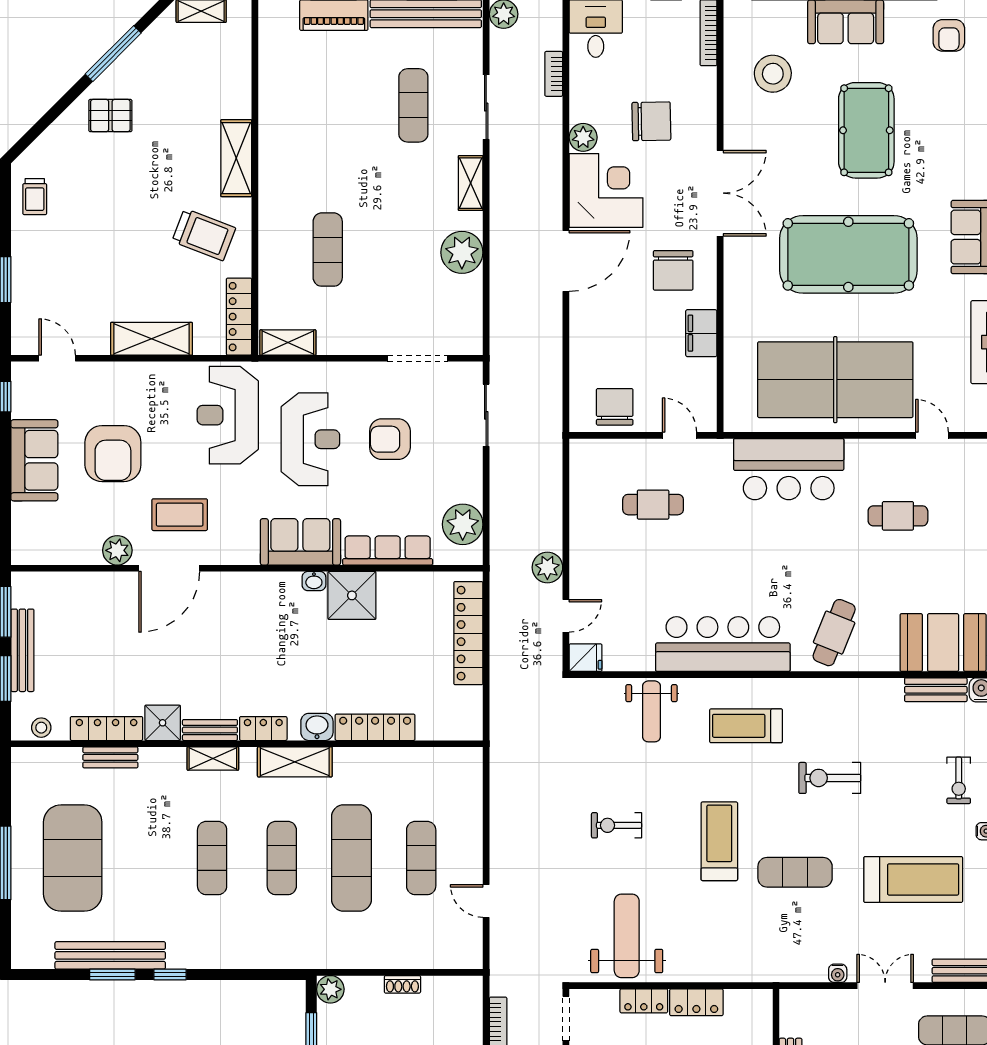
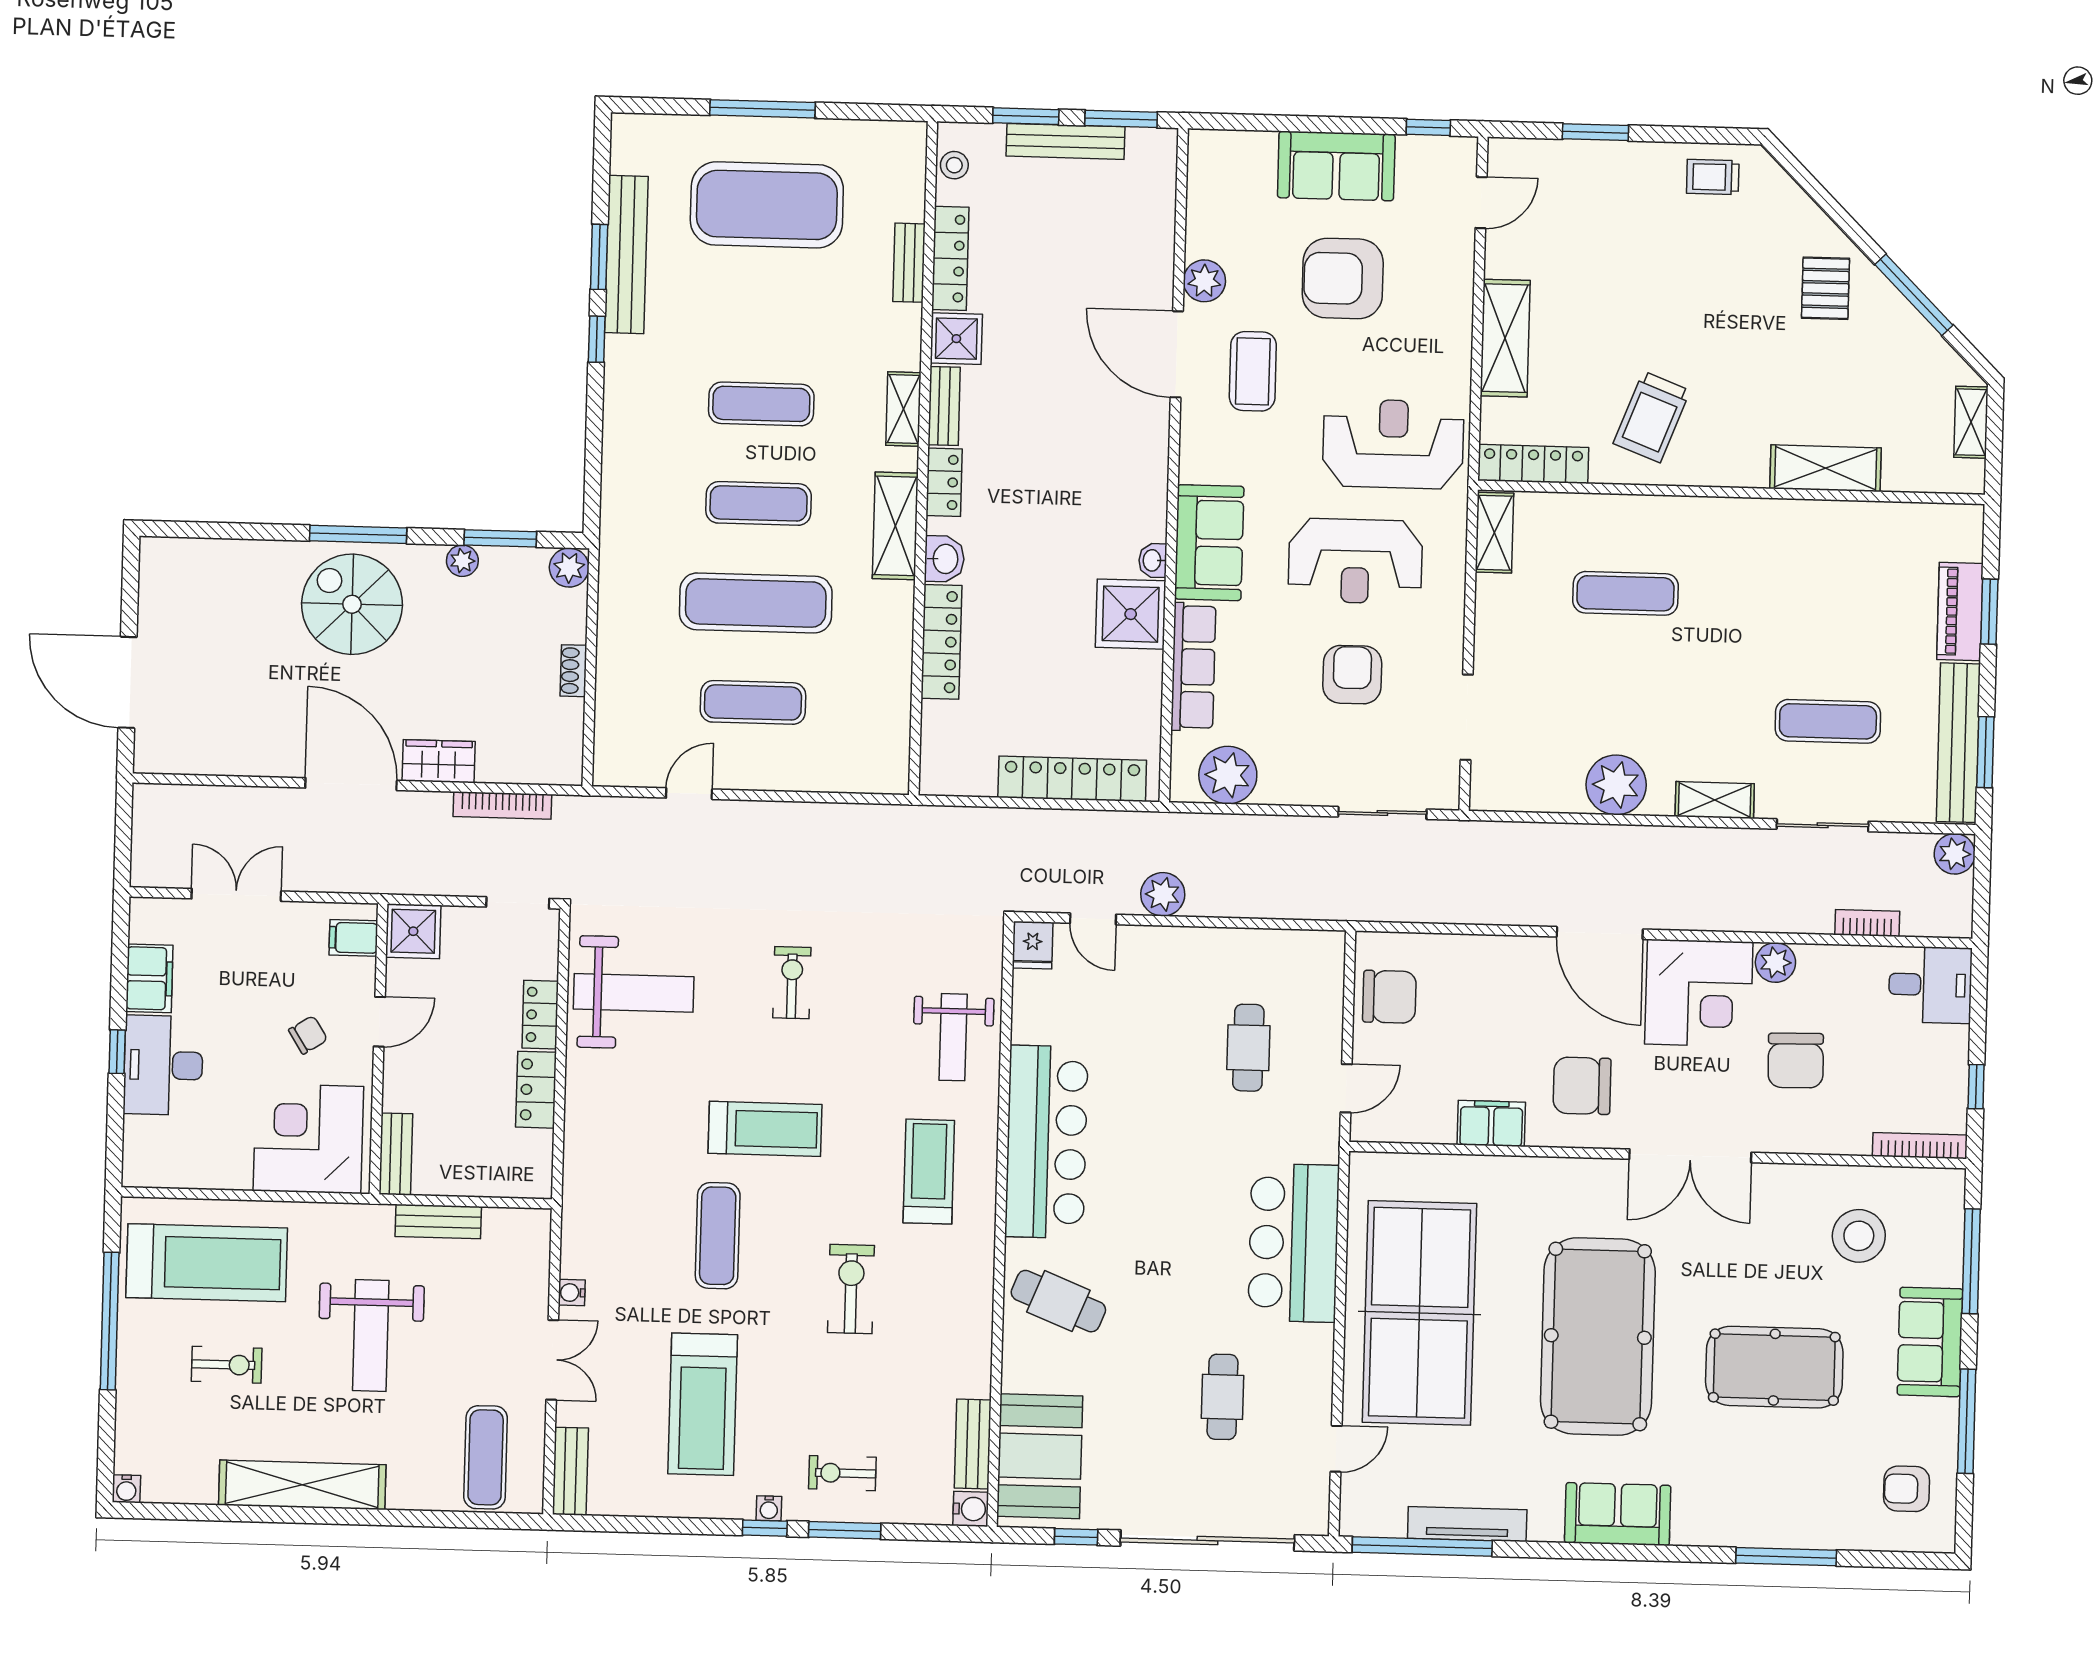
shelving: (236, 158) -> (1826, 468), moved
weight bench: (651, 711) -> (953, 1037), turned -90

